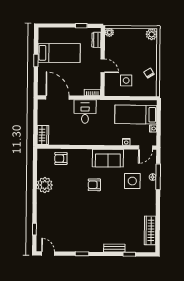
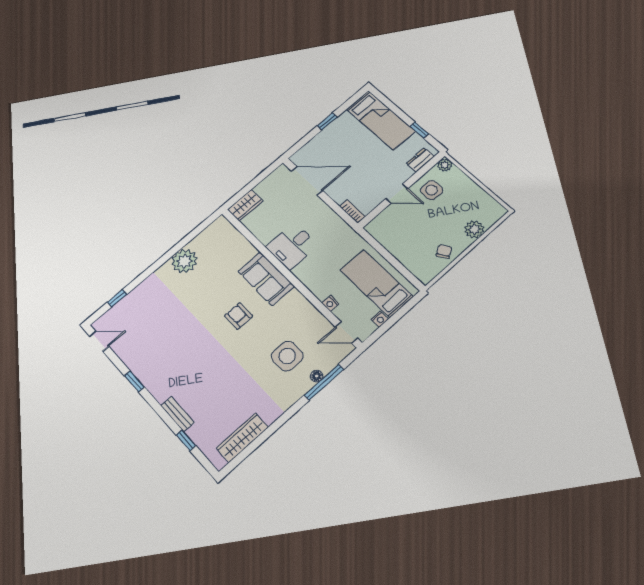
plant: (152, 34) -> (474, 229), moved
bed: (59, 53) -> (381, 120), moved
door: (103, 66) -> (397, 194), hinge flipped
side table: (126, 80) -> (432, 190), moved
door: (58, 97) -> (307, 181), hinge flipped
desk: (85, 112) -> (292, 246), moved, turned 180
sofa: (108, 158) -> (266, 279), moved
armchair: (61, 159) -> (235, 249), removed
door: (48, 254) -> (99, 341), hinge flipped

